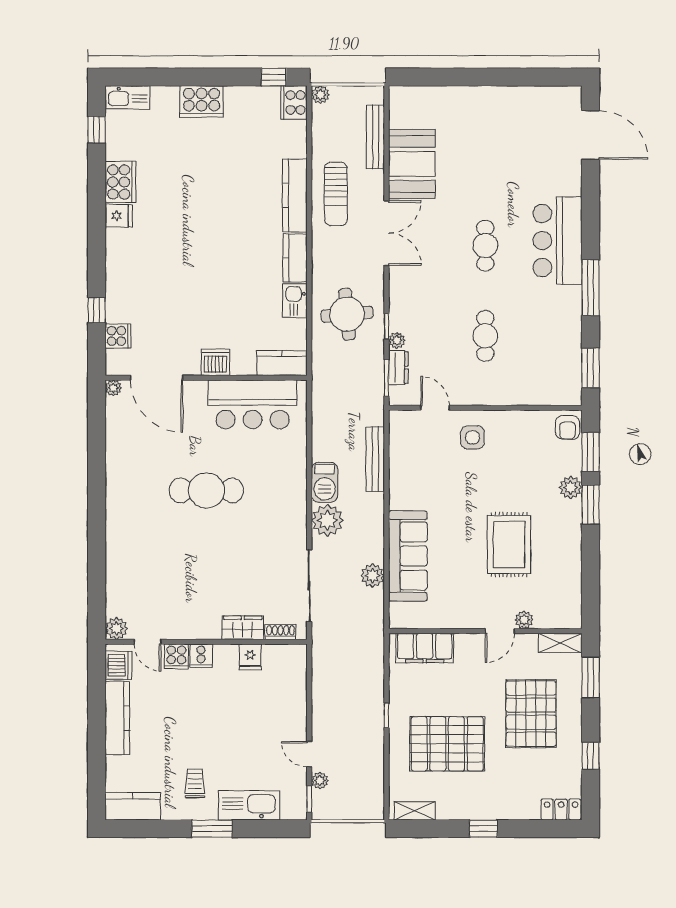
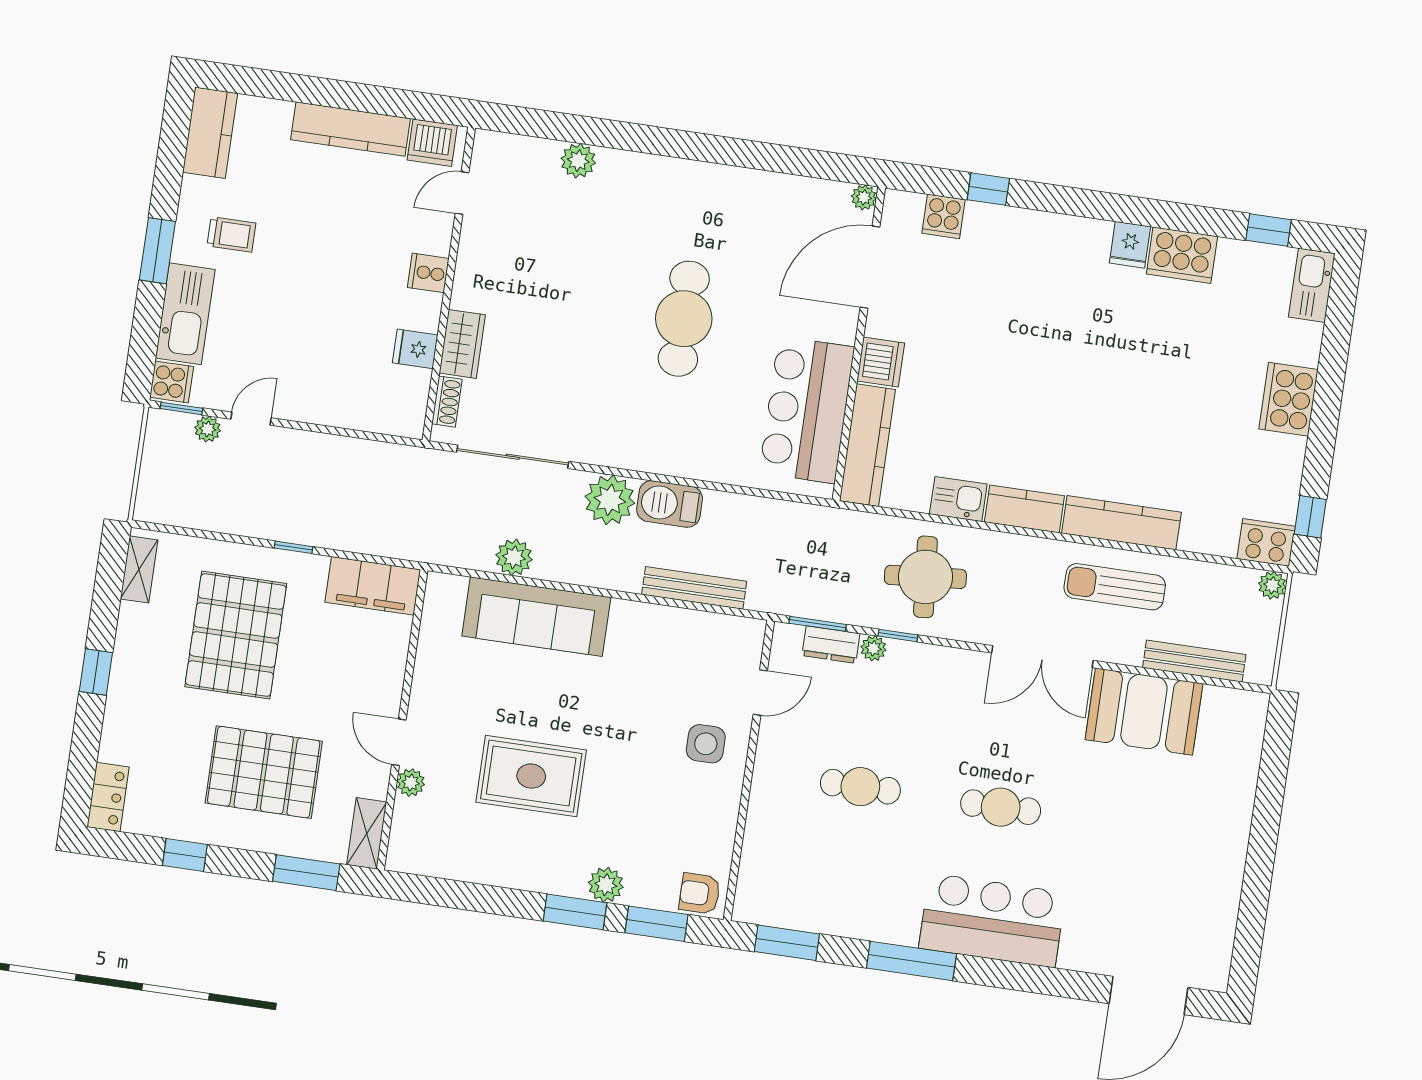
kitchen counter: (282, 363) -> (867, 445), width x1.50
plant: (116, 628) -> (578, 161), moved
filing cabinet: (425, 648) -> (373, 586), moved, turned -90
cooker: (176, 656) -> (172, 382), moved, turned 180

